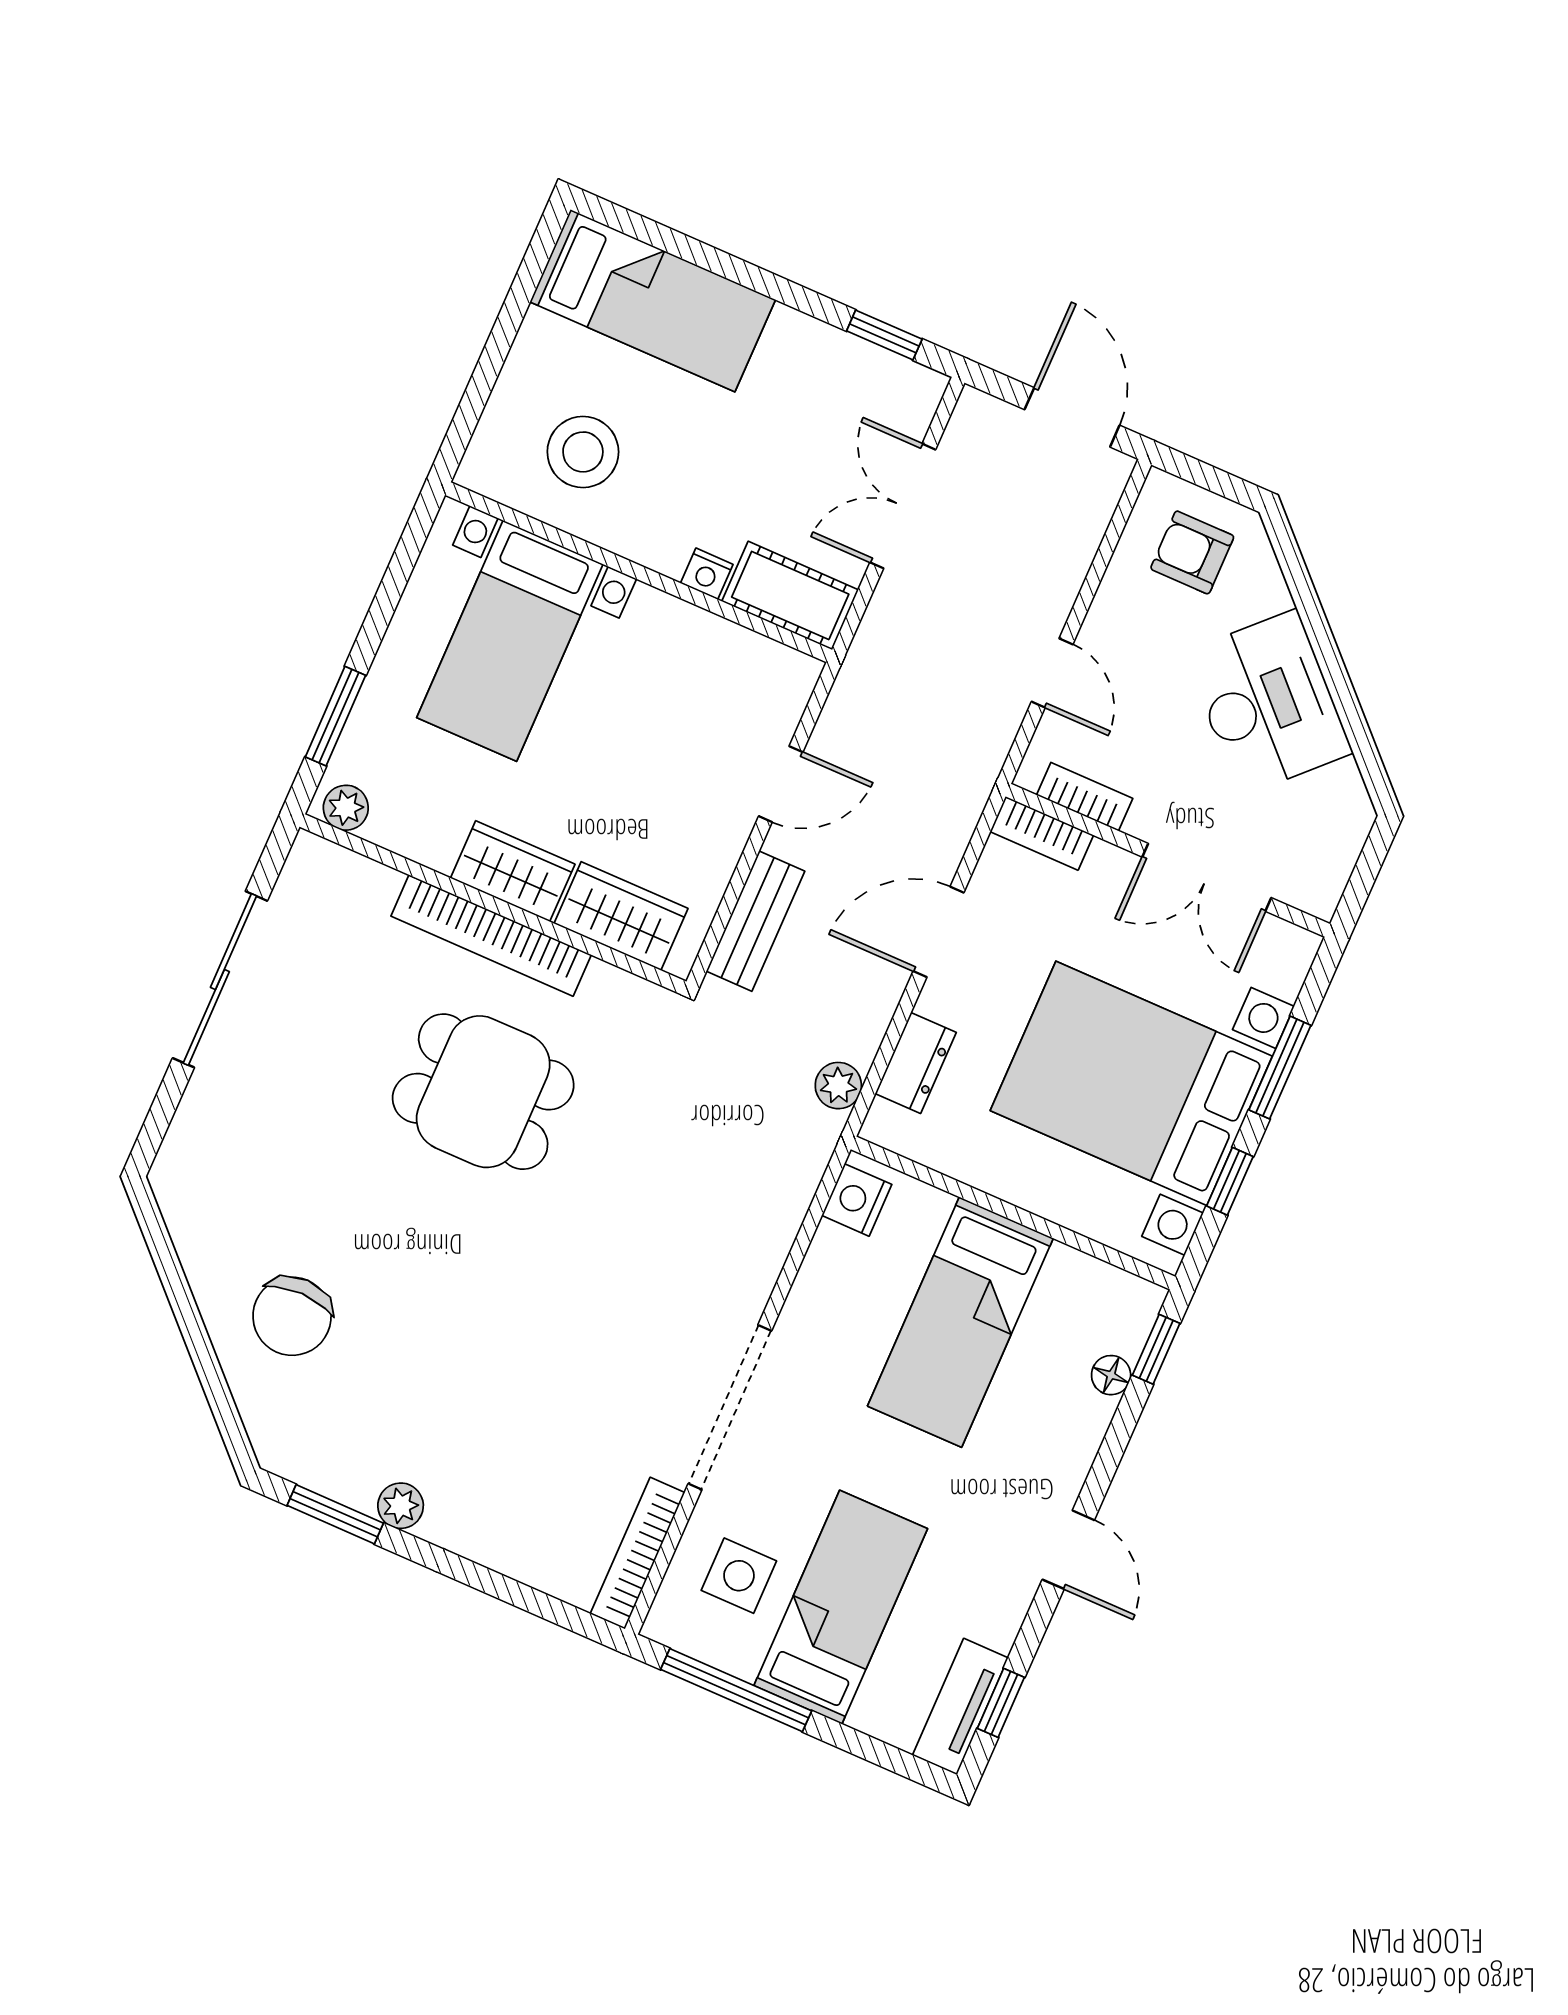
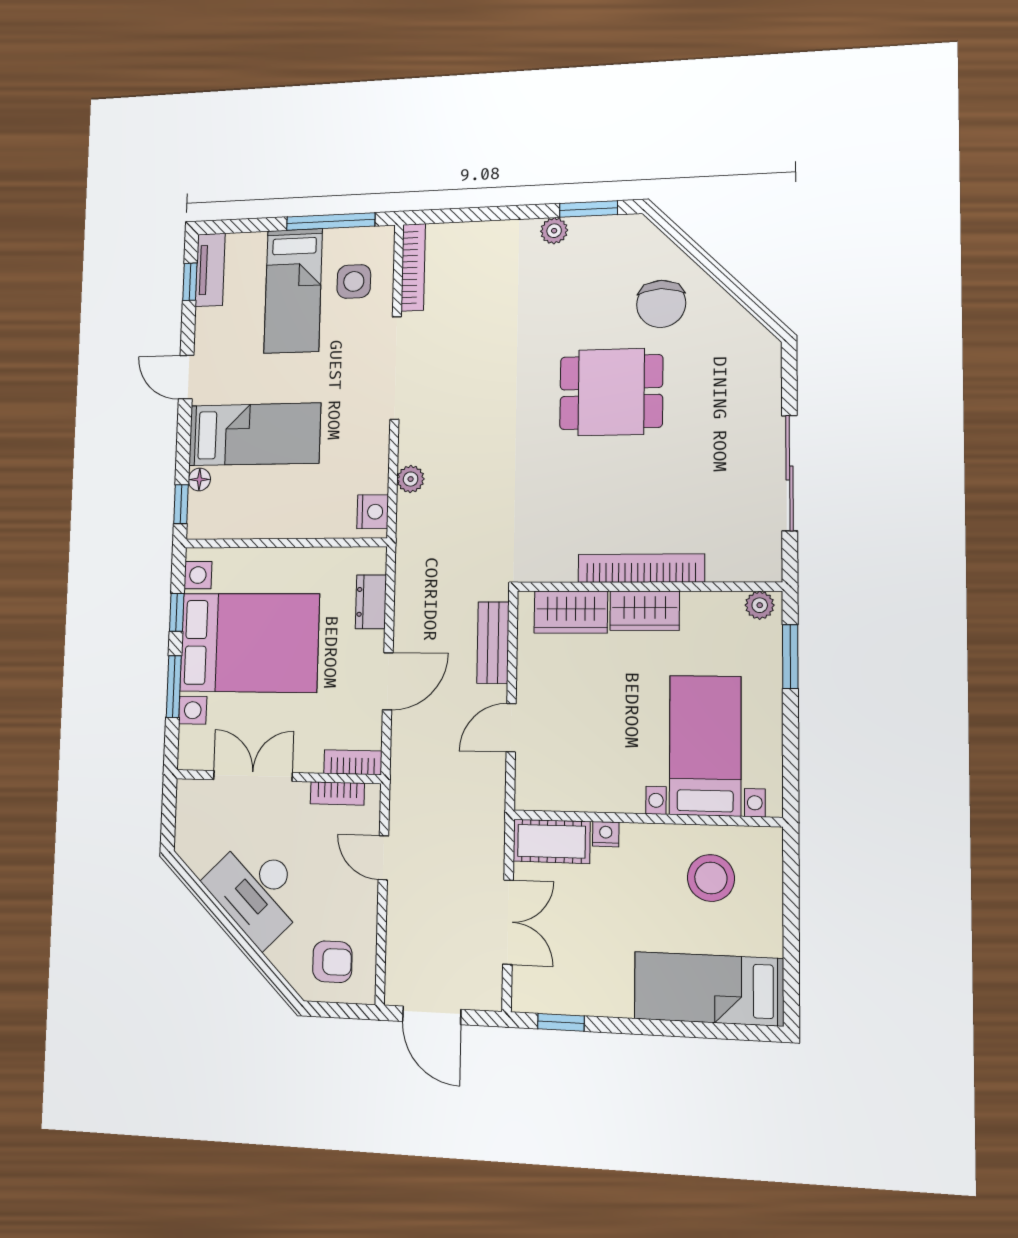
plant: (838, 1086) -> (411, 479), moved
dining table: (483, 1092) -> (611, 392), moved
chair: (292, 1316) -> (661, 304), turned 180
bed: (960, 1322) -> (254, 434), moved, turned 90

